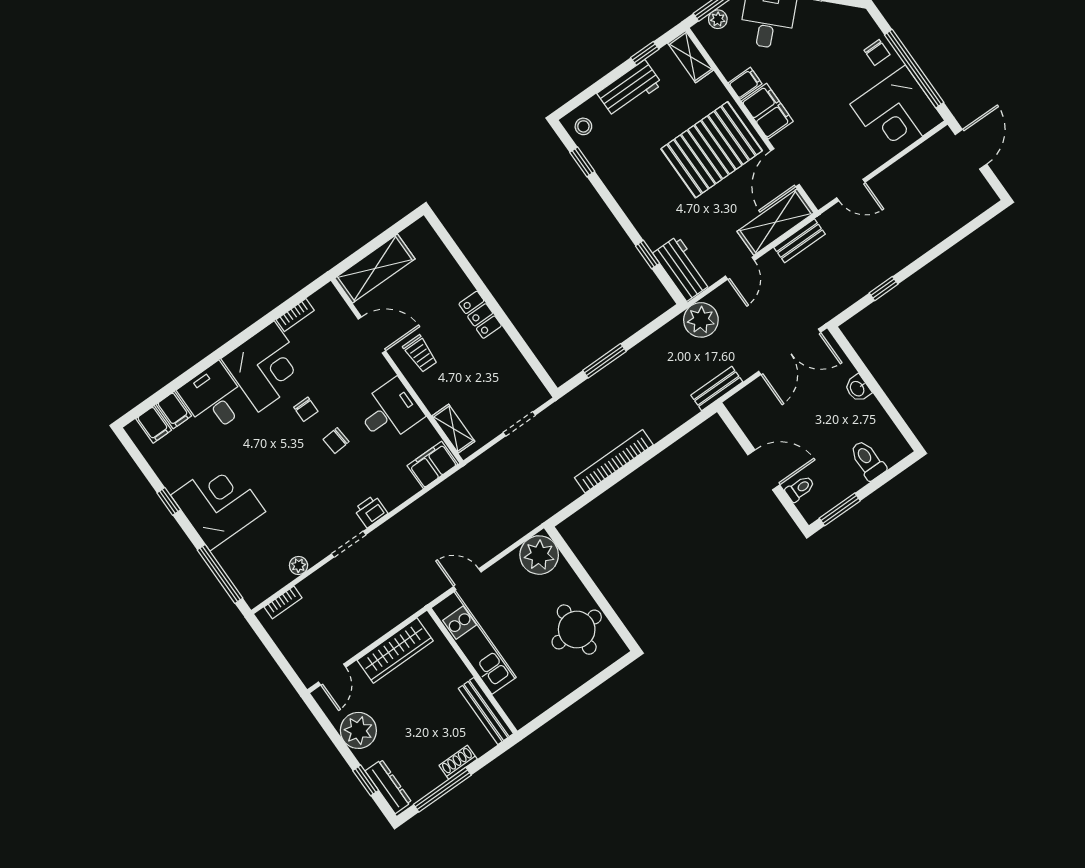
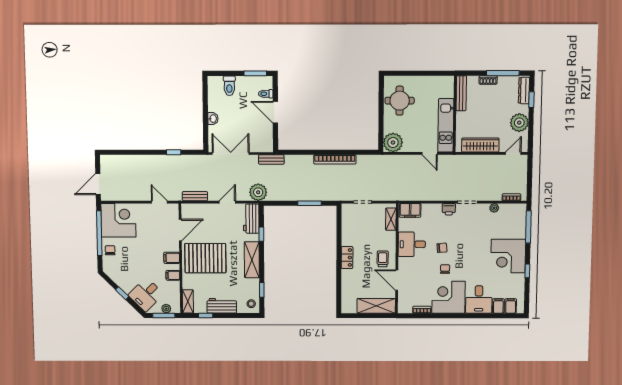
filing cabinet: (767, 111) -> (172, 258), width x0.50
shelving: (776, 222) -> (252, 260), moved, turned 90

